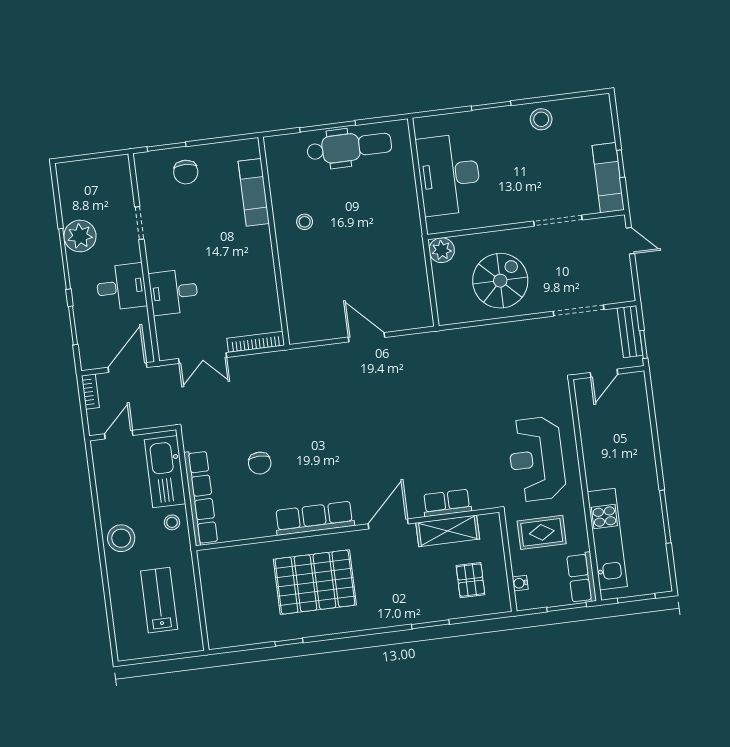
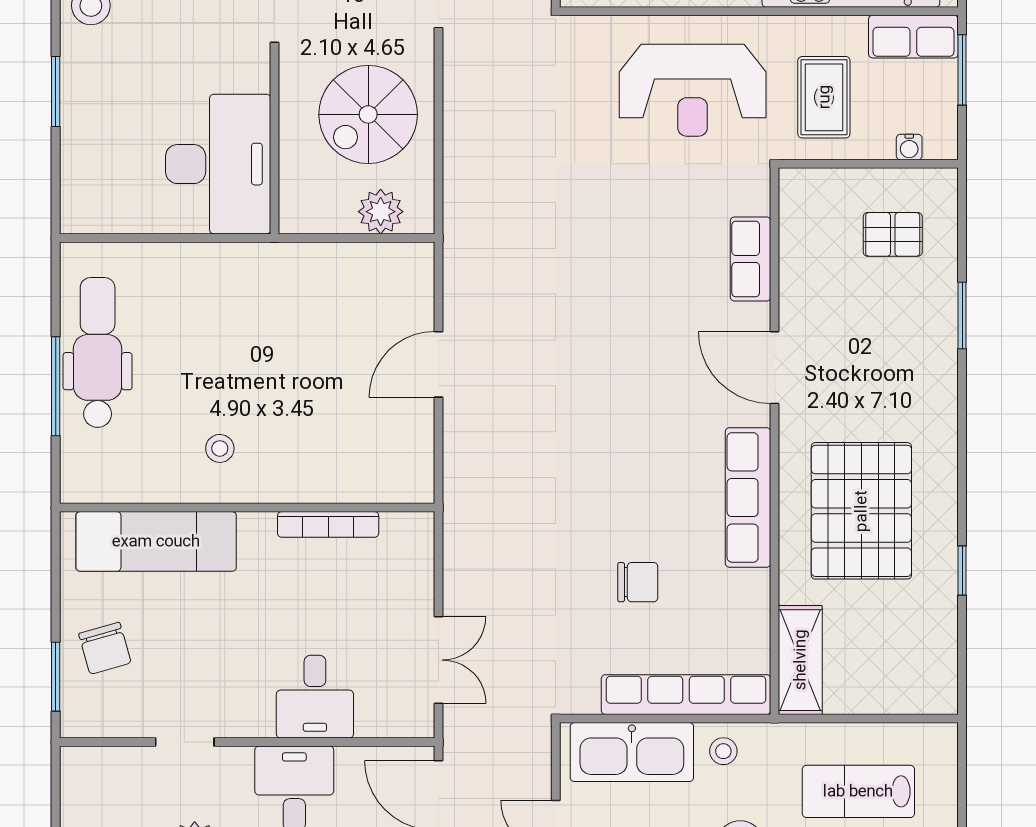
chair: (186, 172) -> (105, 648), turned 72
desk: (449, 175) -> (218, 164), moved, turned -90
exam couch: (254, 192) -> (156, 541), width x1.36, depth x1.45
plant: (442, 250) -> (381, 212), moved
spiral stairs: (500, 281) -> (368, 114), turned -90
bookcase: (256, 342) -> (328, 524), moved, turned -90
shelving: (448, 531) -> (800, 660), moved

